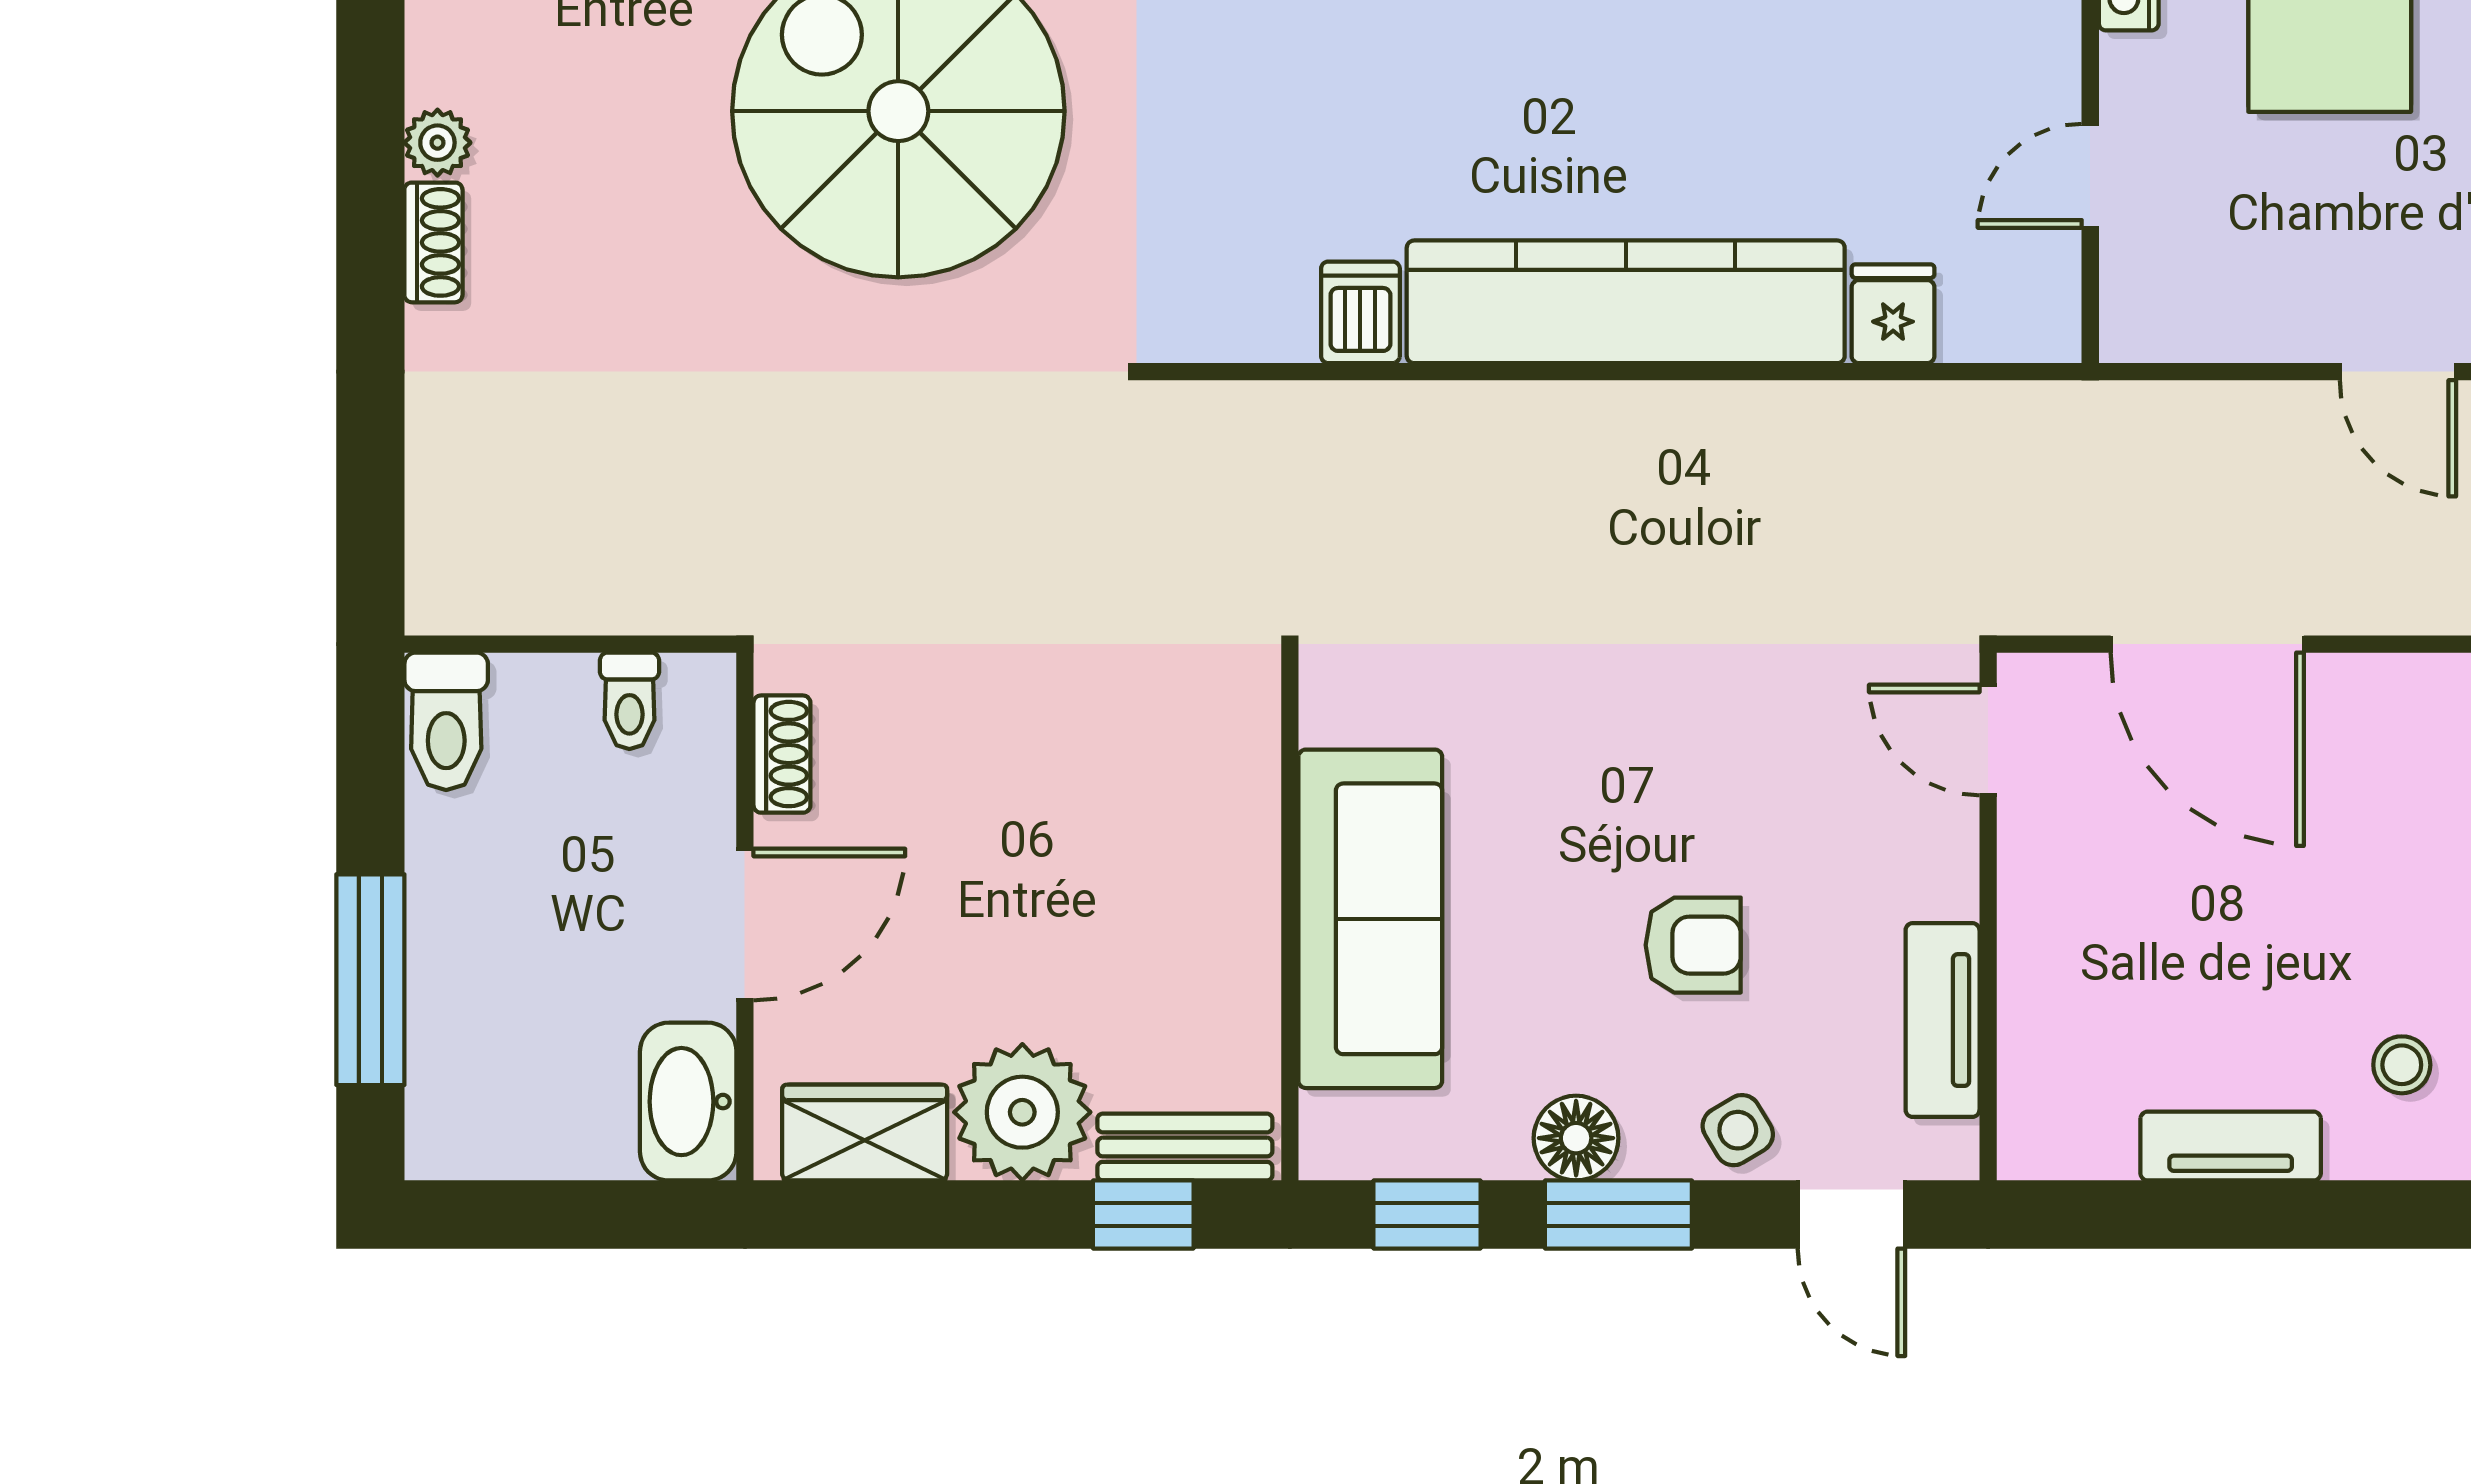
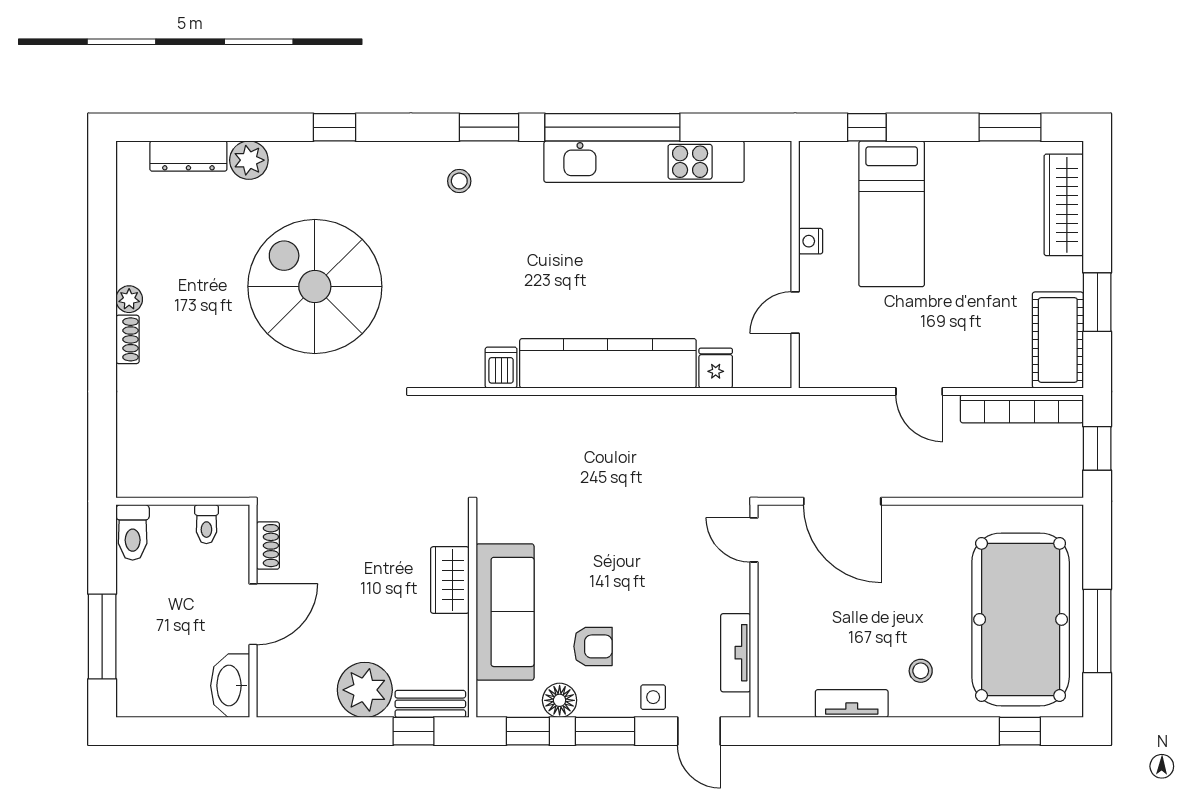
armchair: (1693, 945) -> (593, 646), moved
side table: (1738, 1130) -> (653, 697), turned 31
wardrobe: (865, 1133) -> (450, 580), moved, turned -90
floor lamp: (1576, 1138) -> (560, 700), moved

